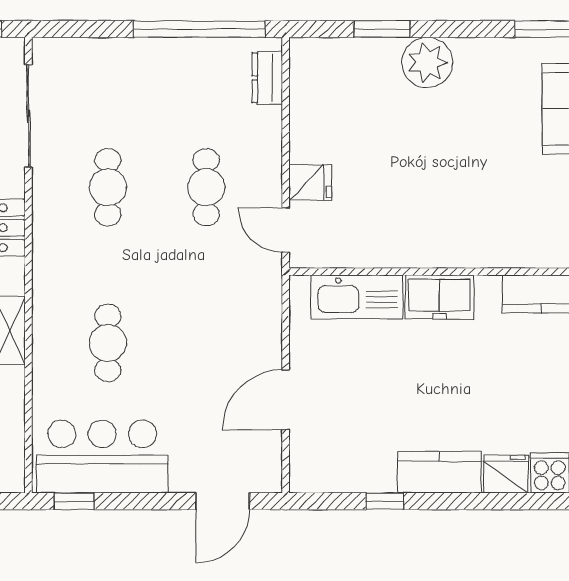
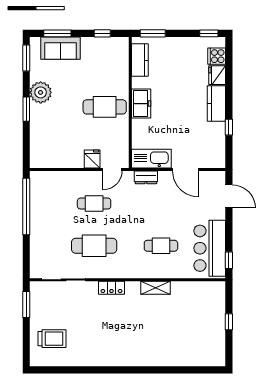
window: (382, 29) -> (26, 109), moved
plant: (427, 62) -> (41, 92), moved
dresser: (267, 78) -> (146, 177), moved
cafe table: (108, 187) -> (94, 246), width x1.37, depth x1.35
cafe table: (431, 212) -> (105, 107), added
kitchen sink: (357, 297) -> (151, 159), moved, turned -90

